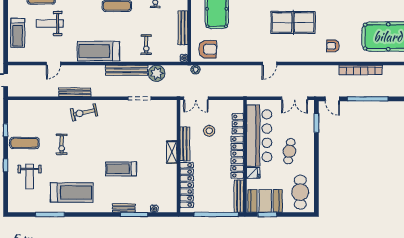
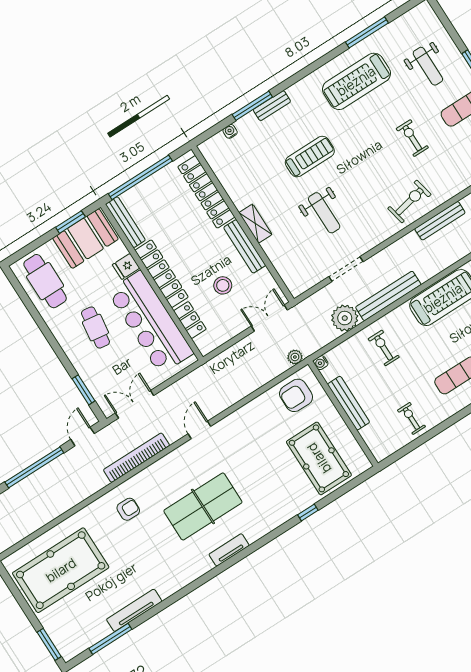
bookcase: (361, 70) -> (136, 458), moved
door: (332, 99) -> (83, 436), hinge flipped
weight bench: (132, 135) -> (324, 213), added
weight bench: (30, 177) -> (428, 66), turned 180

